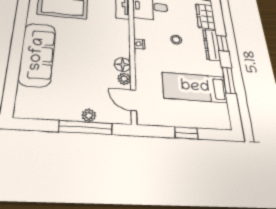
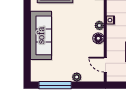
plant: (124, 79) -> (99, 25), moved
window: (86, 128) -> (55, 85), moved

